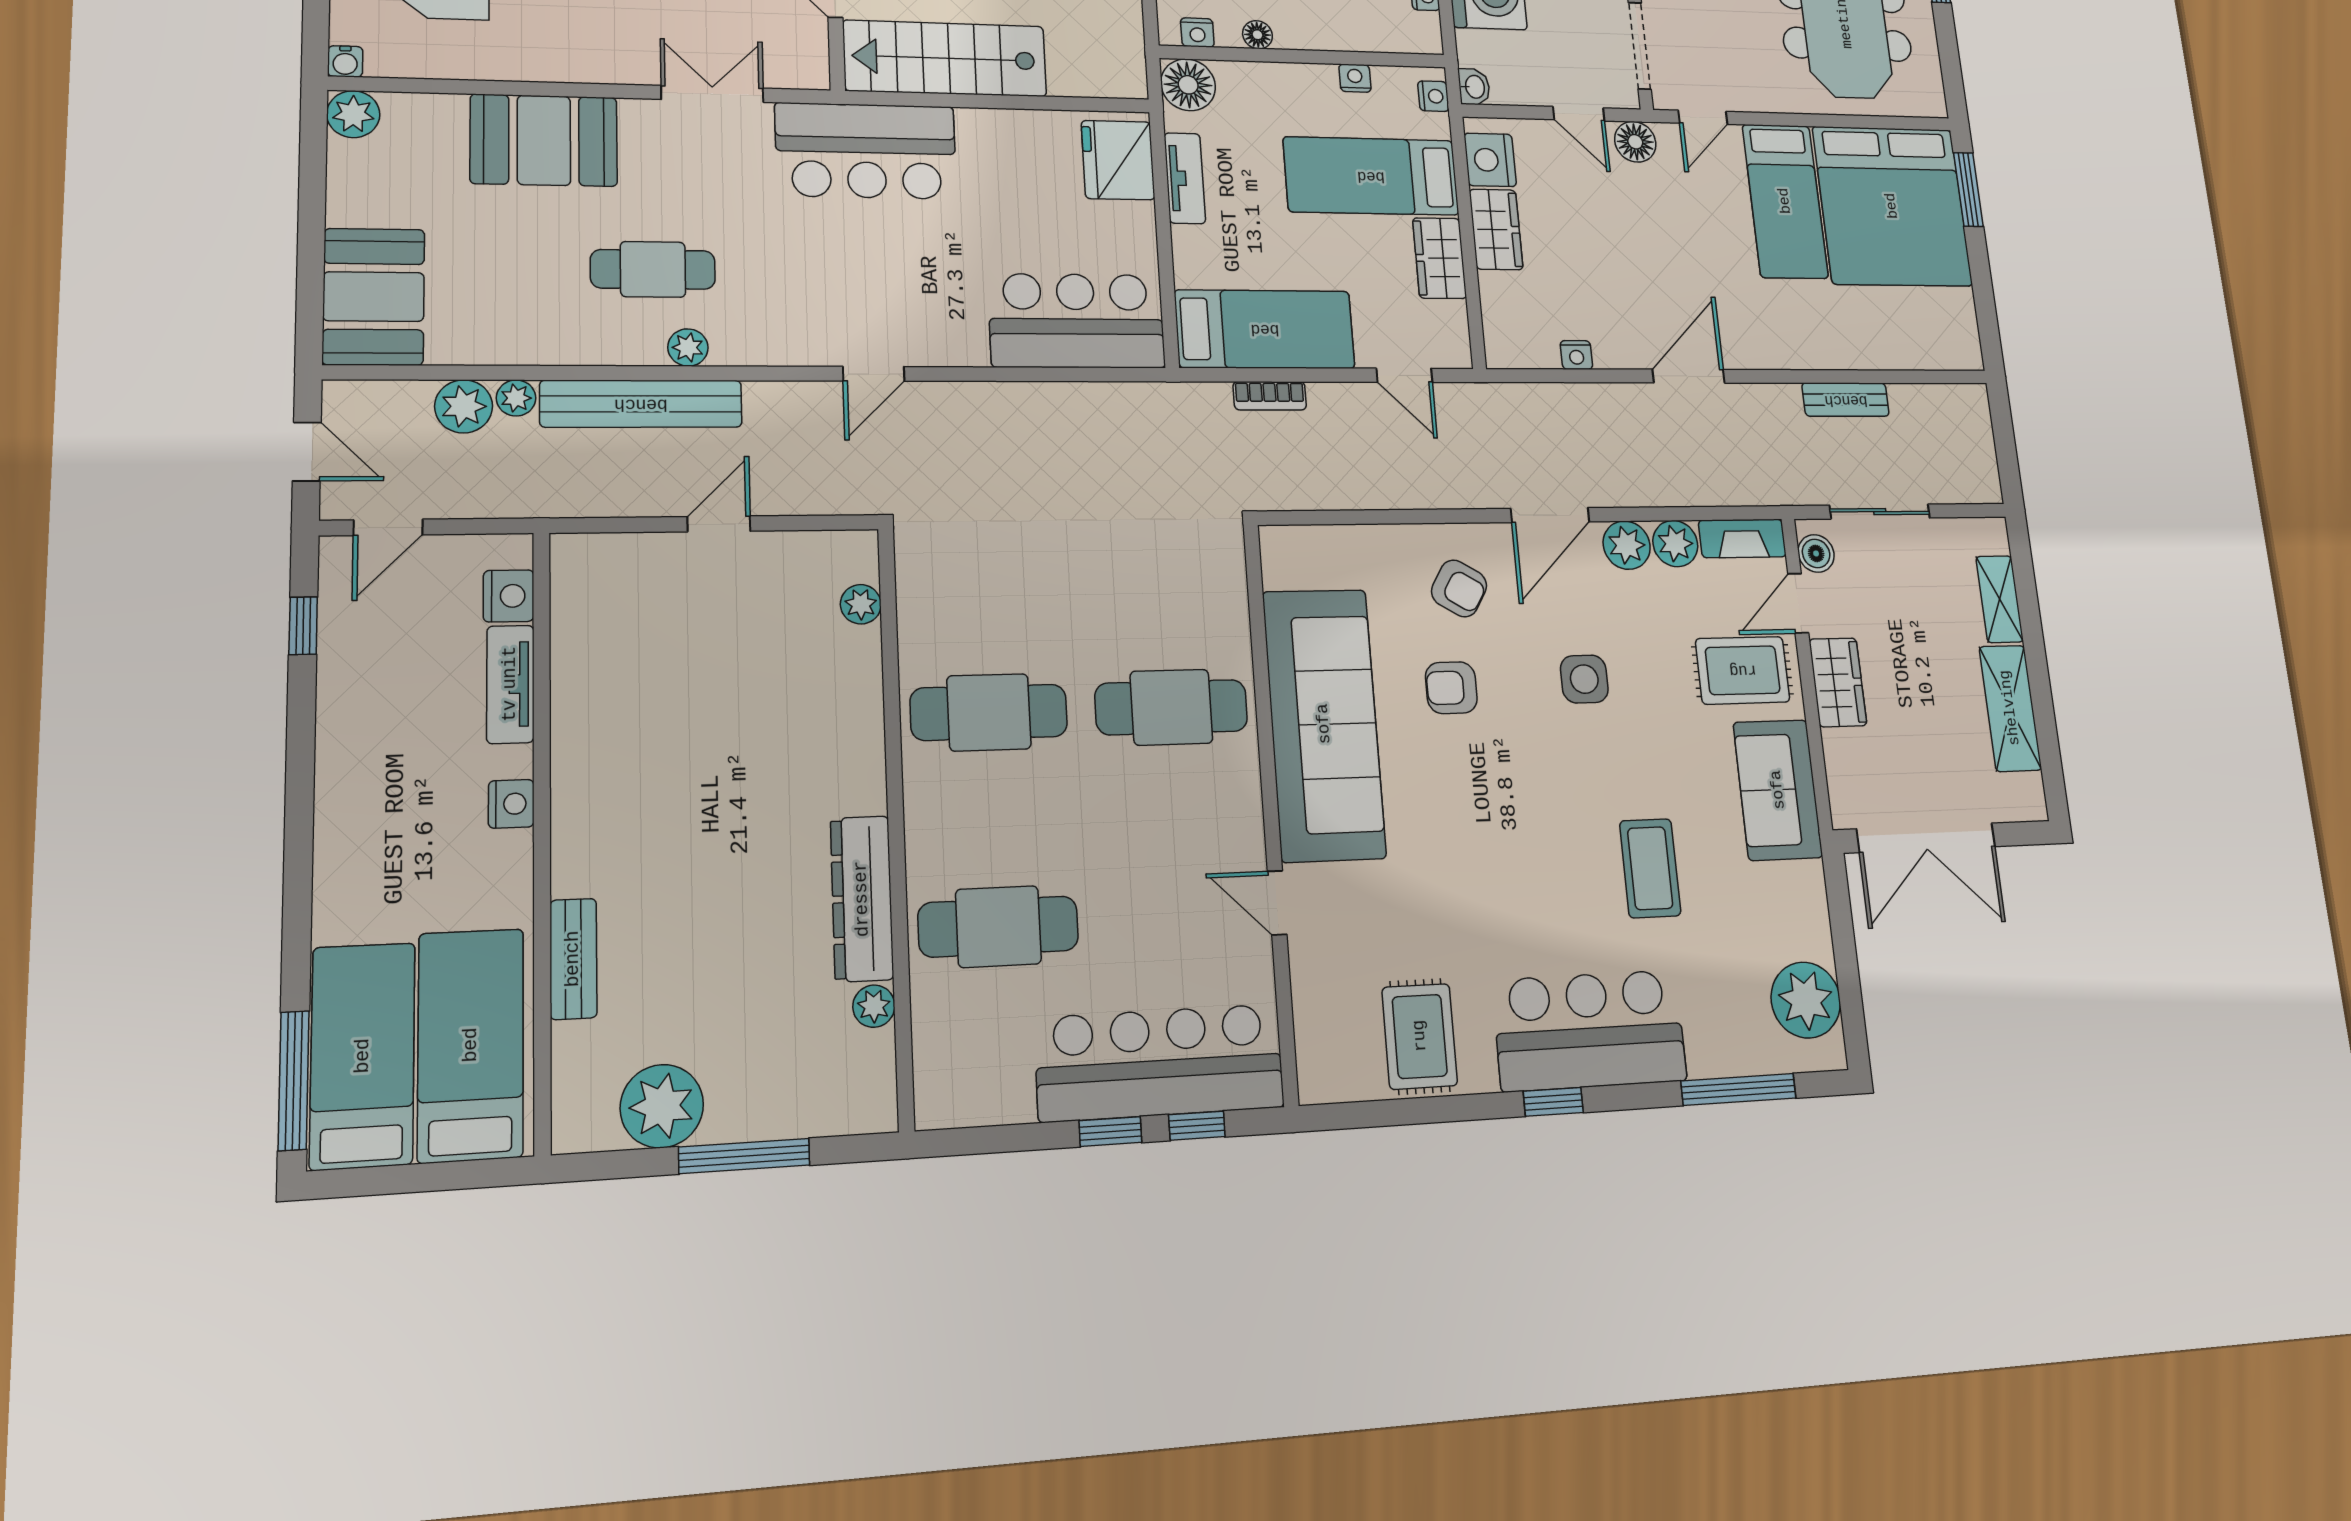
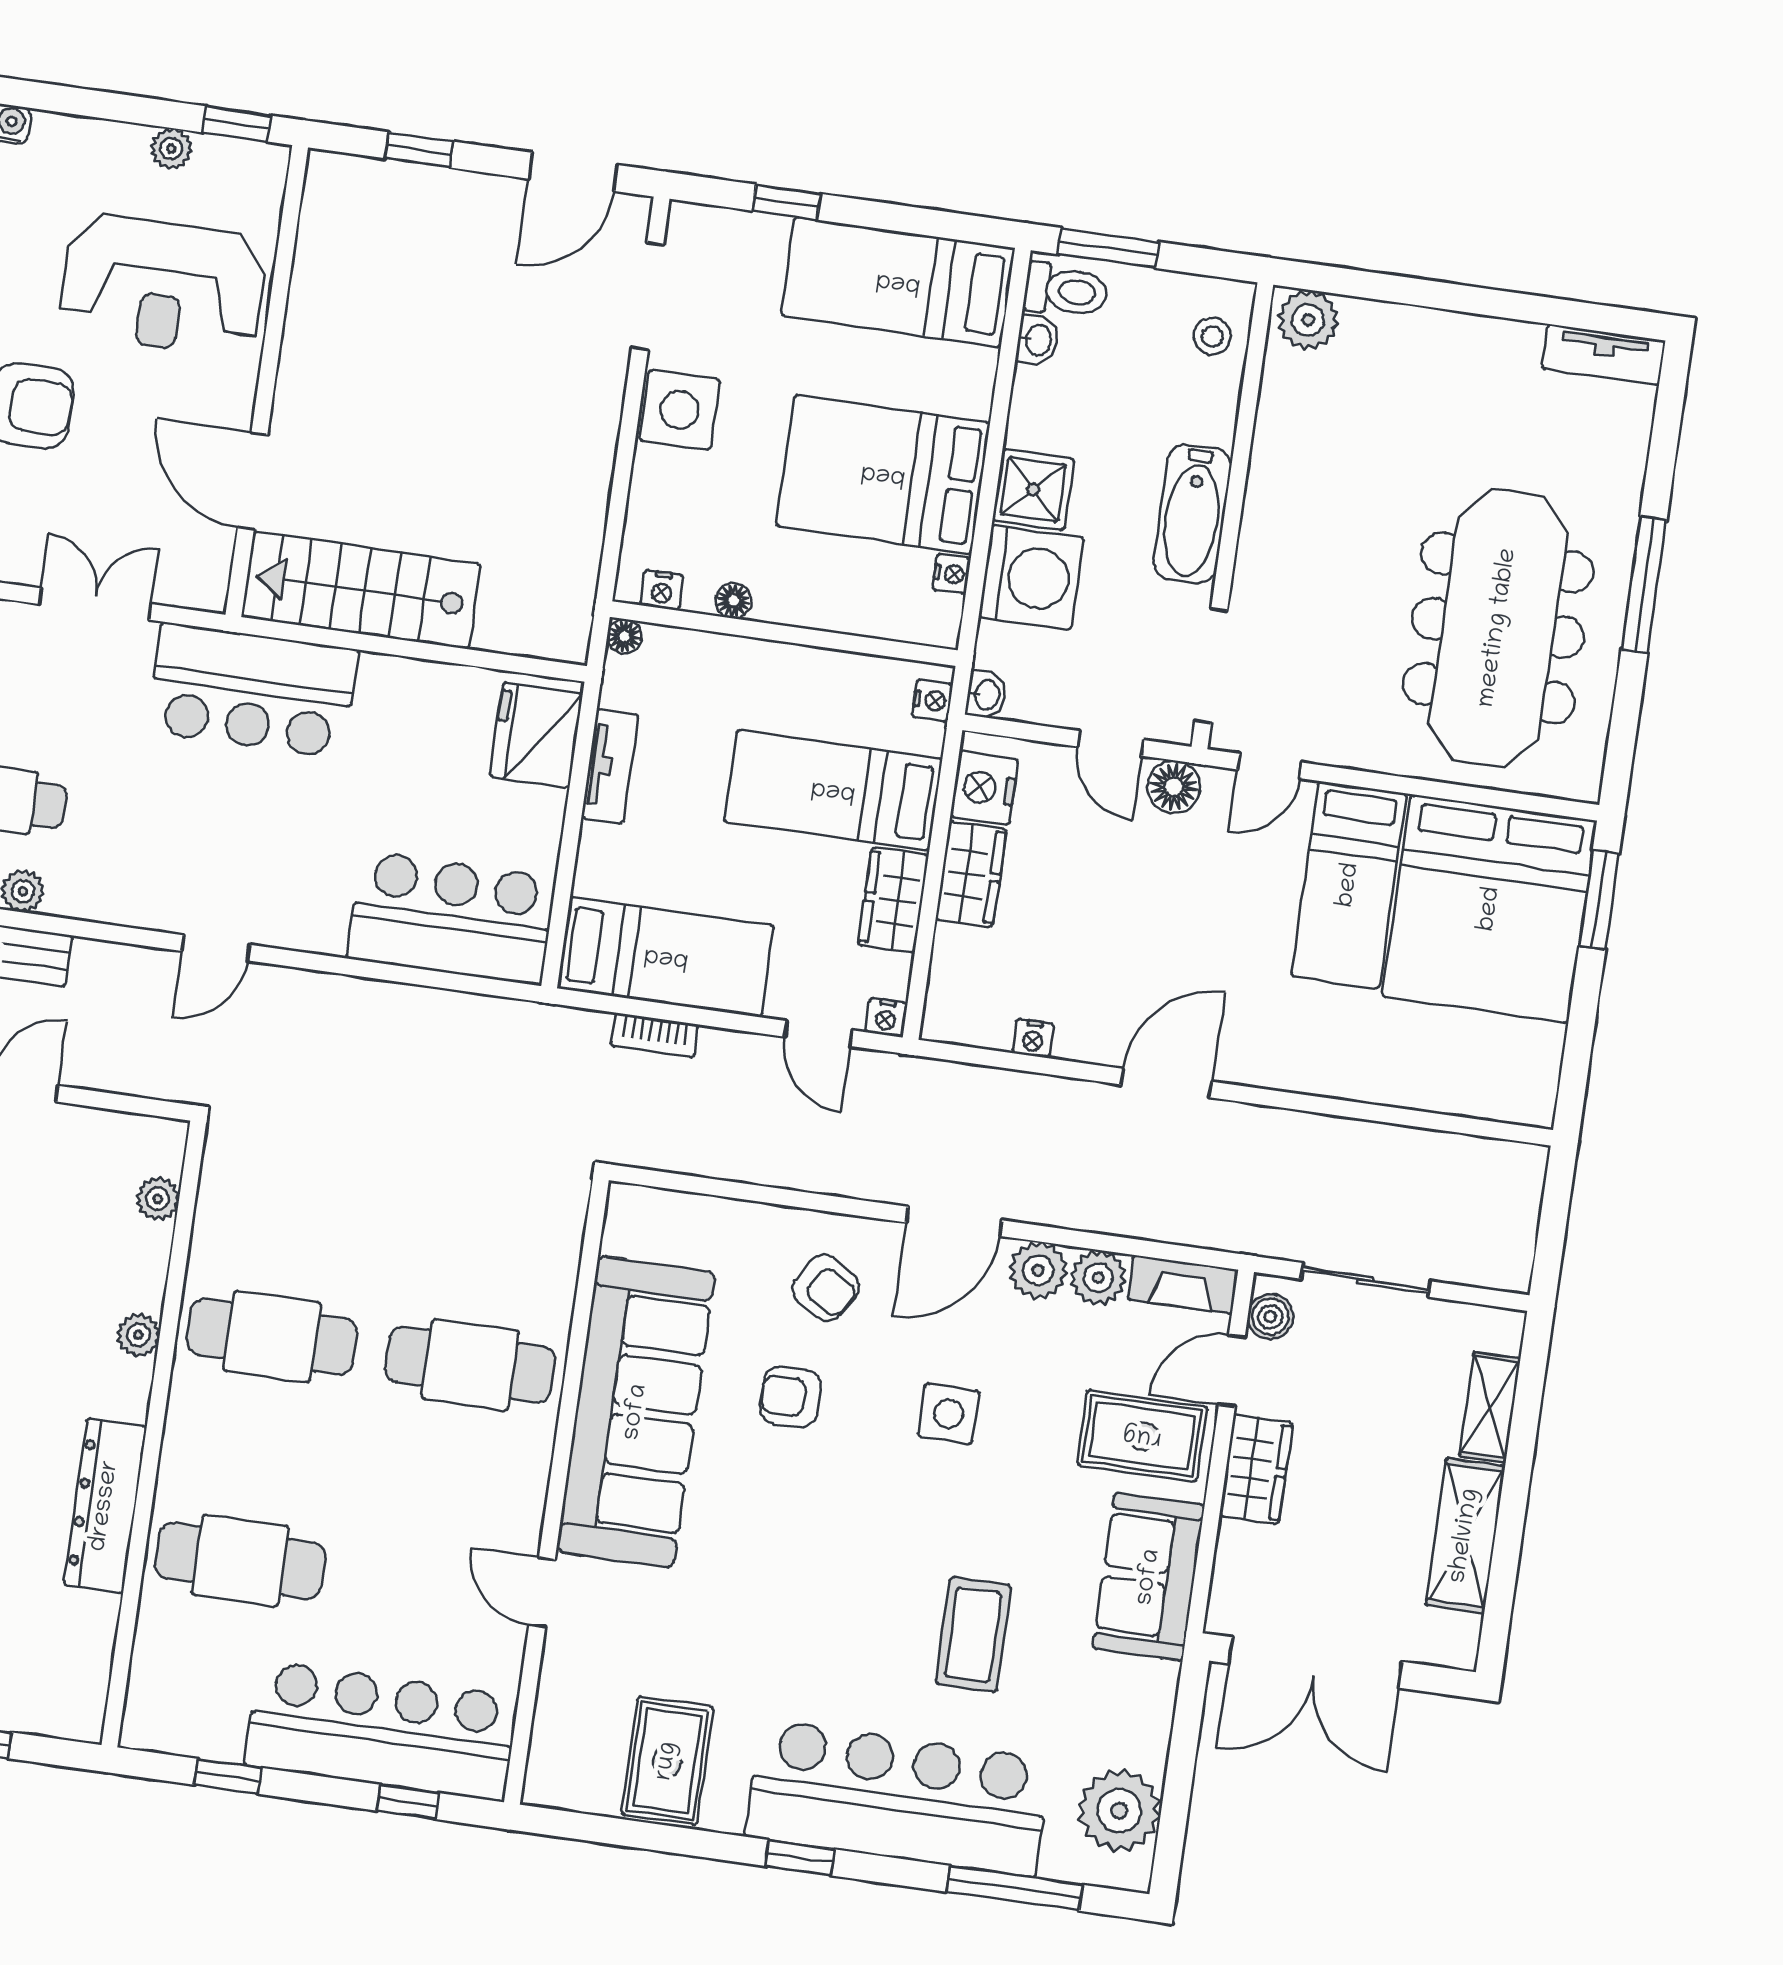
nightstand: (1355, 78) -> (886, 1018), moved, turned 180
floor lamp: (1188, 85) -> (624, 636), width x0.53, depth x0.53
bench: (1846, 400) -> (1359, 1140), removed
plant: (874, 1006) -> (138, 1335), moved
bar counter: (1590, 1030) -> (898, 1798), width x1.36
window: (1110, 1132) -> (228, 1776), moved

